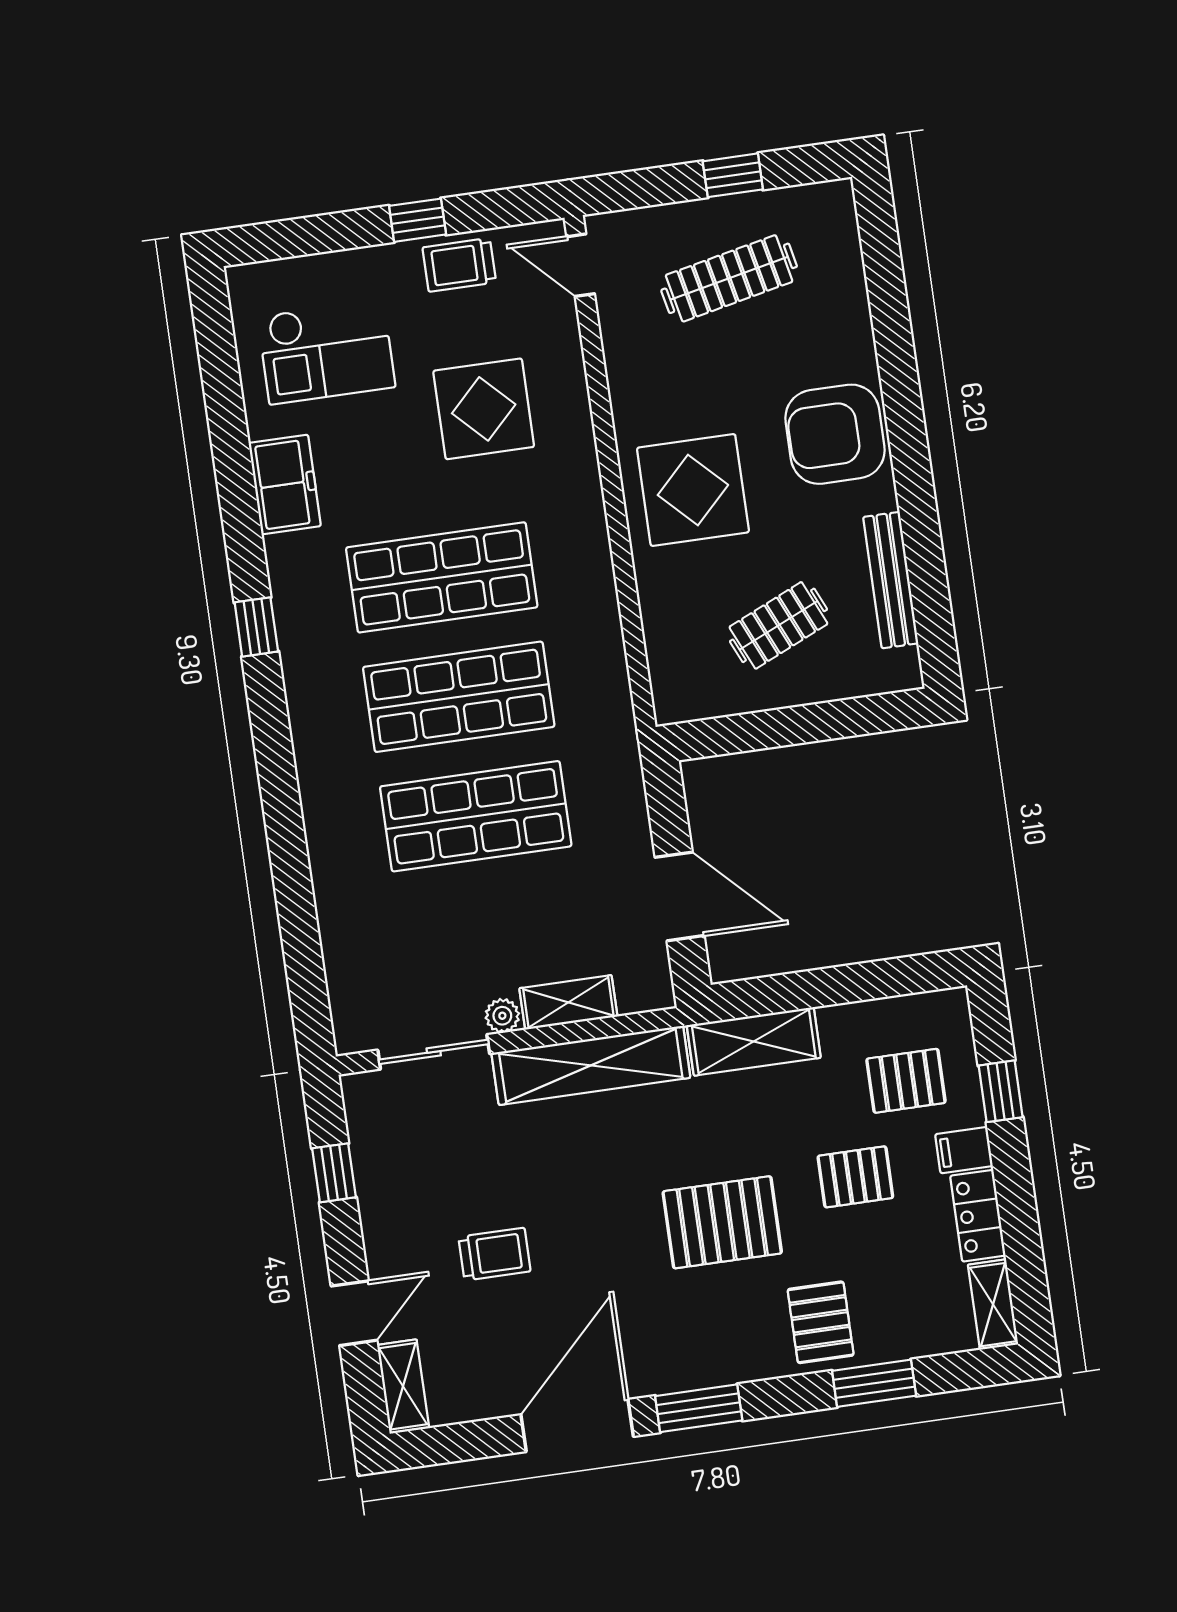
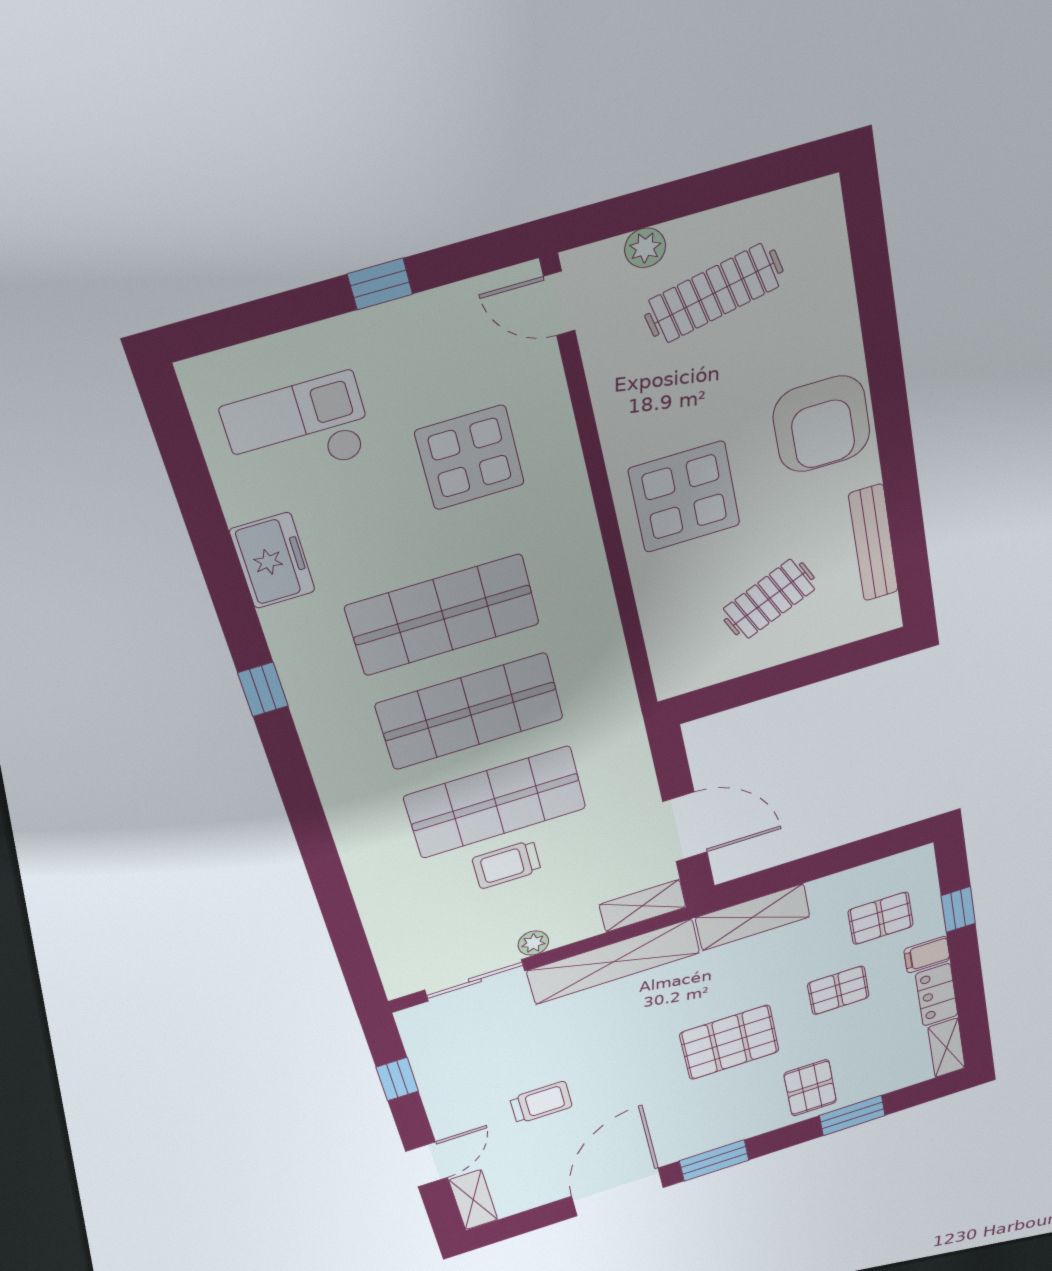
window: (733, 175) -> (715, 188), removed
plant: (665, 223) -> (645, 248), added
trolley: (459, 265) -> (507, 864), moved
checkout: (326, 352) -> (298, 430), turned 180
armchair: (835, 434) -> (822, 424), turned -90
shelving: (568, 1002) -> (643, 906), moved

